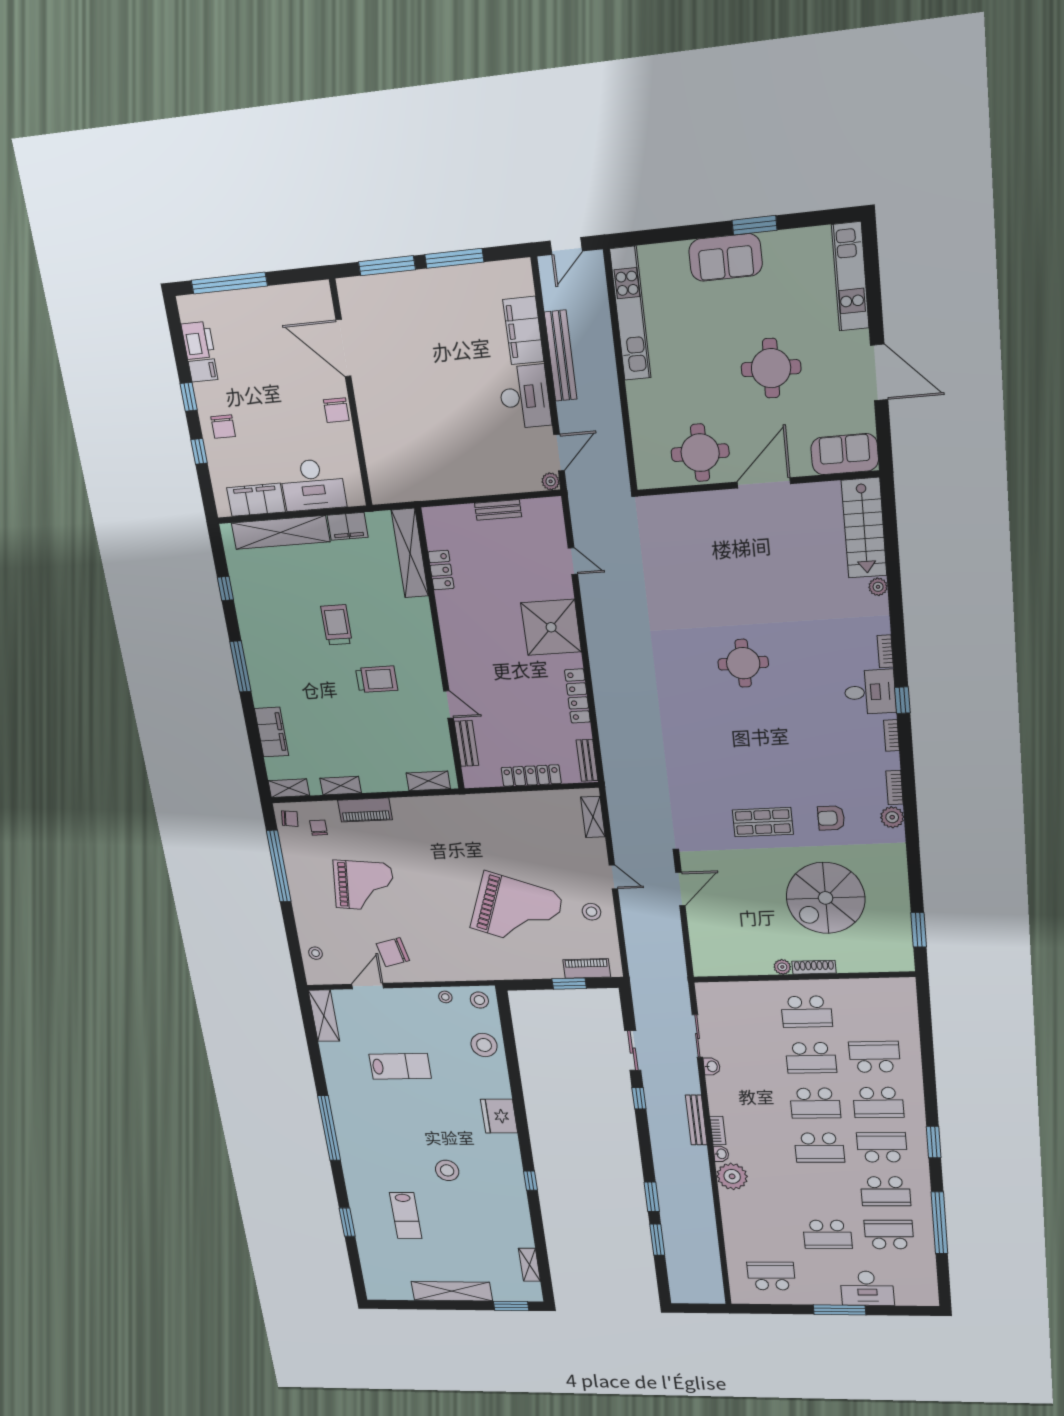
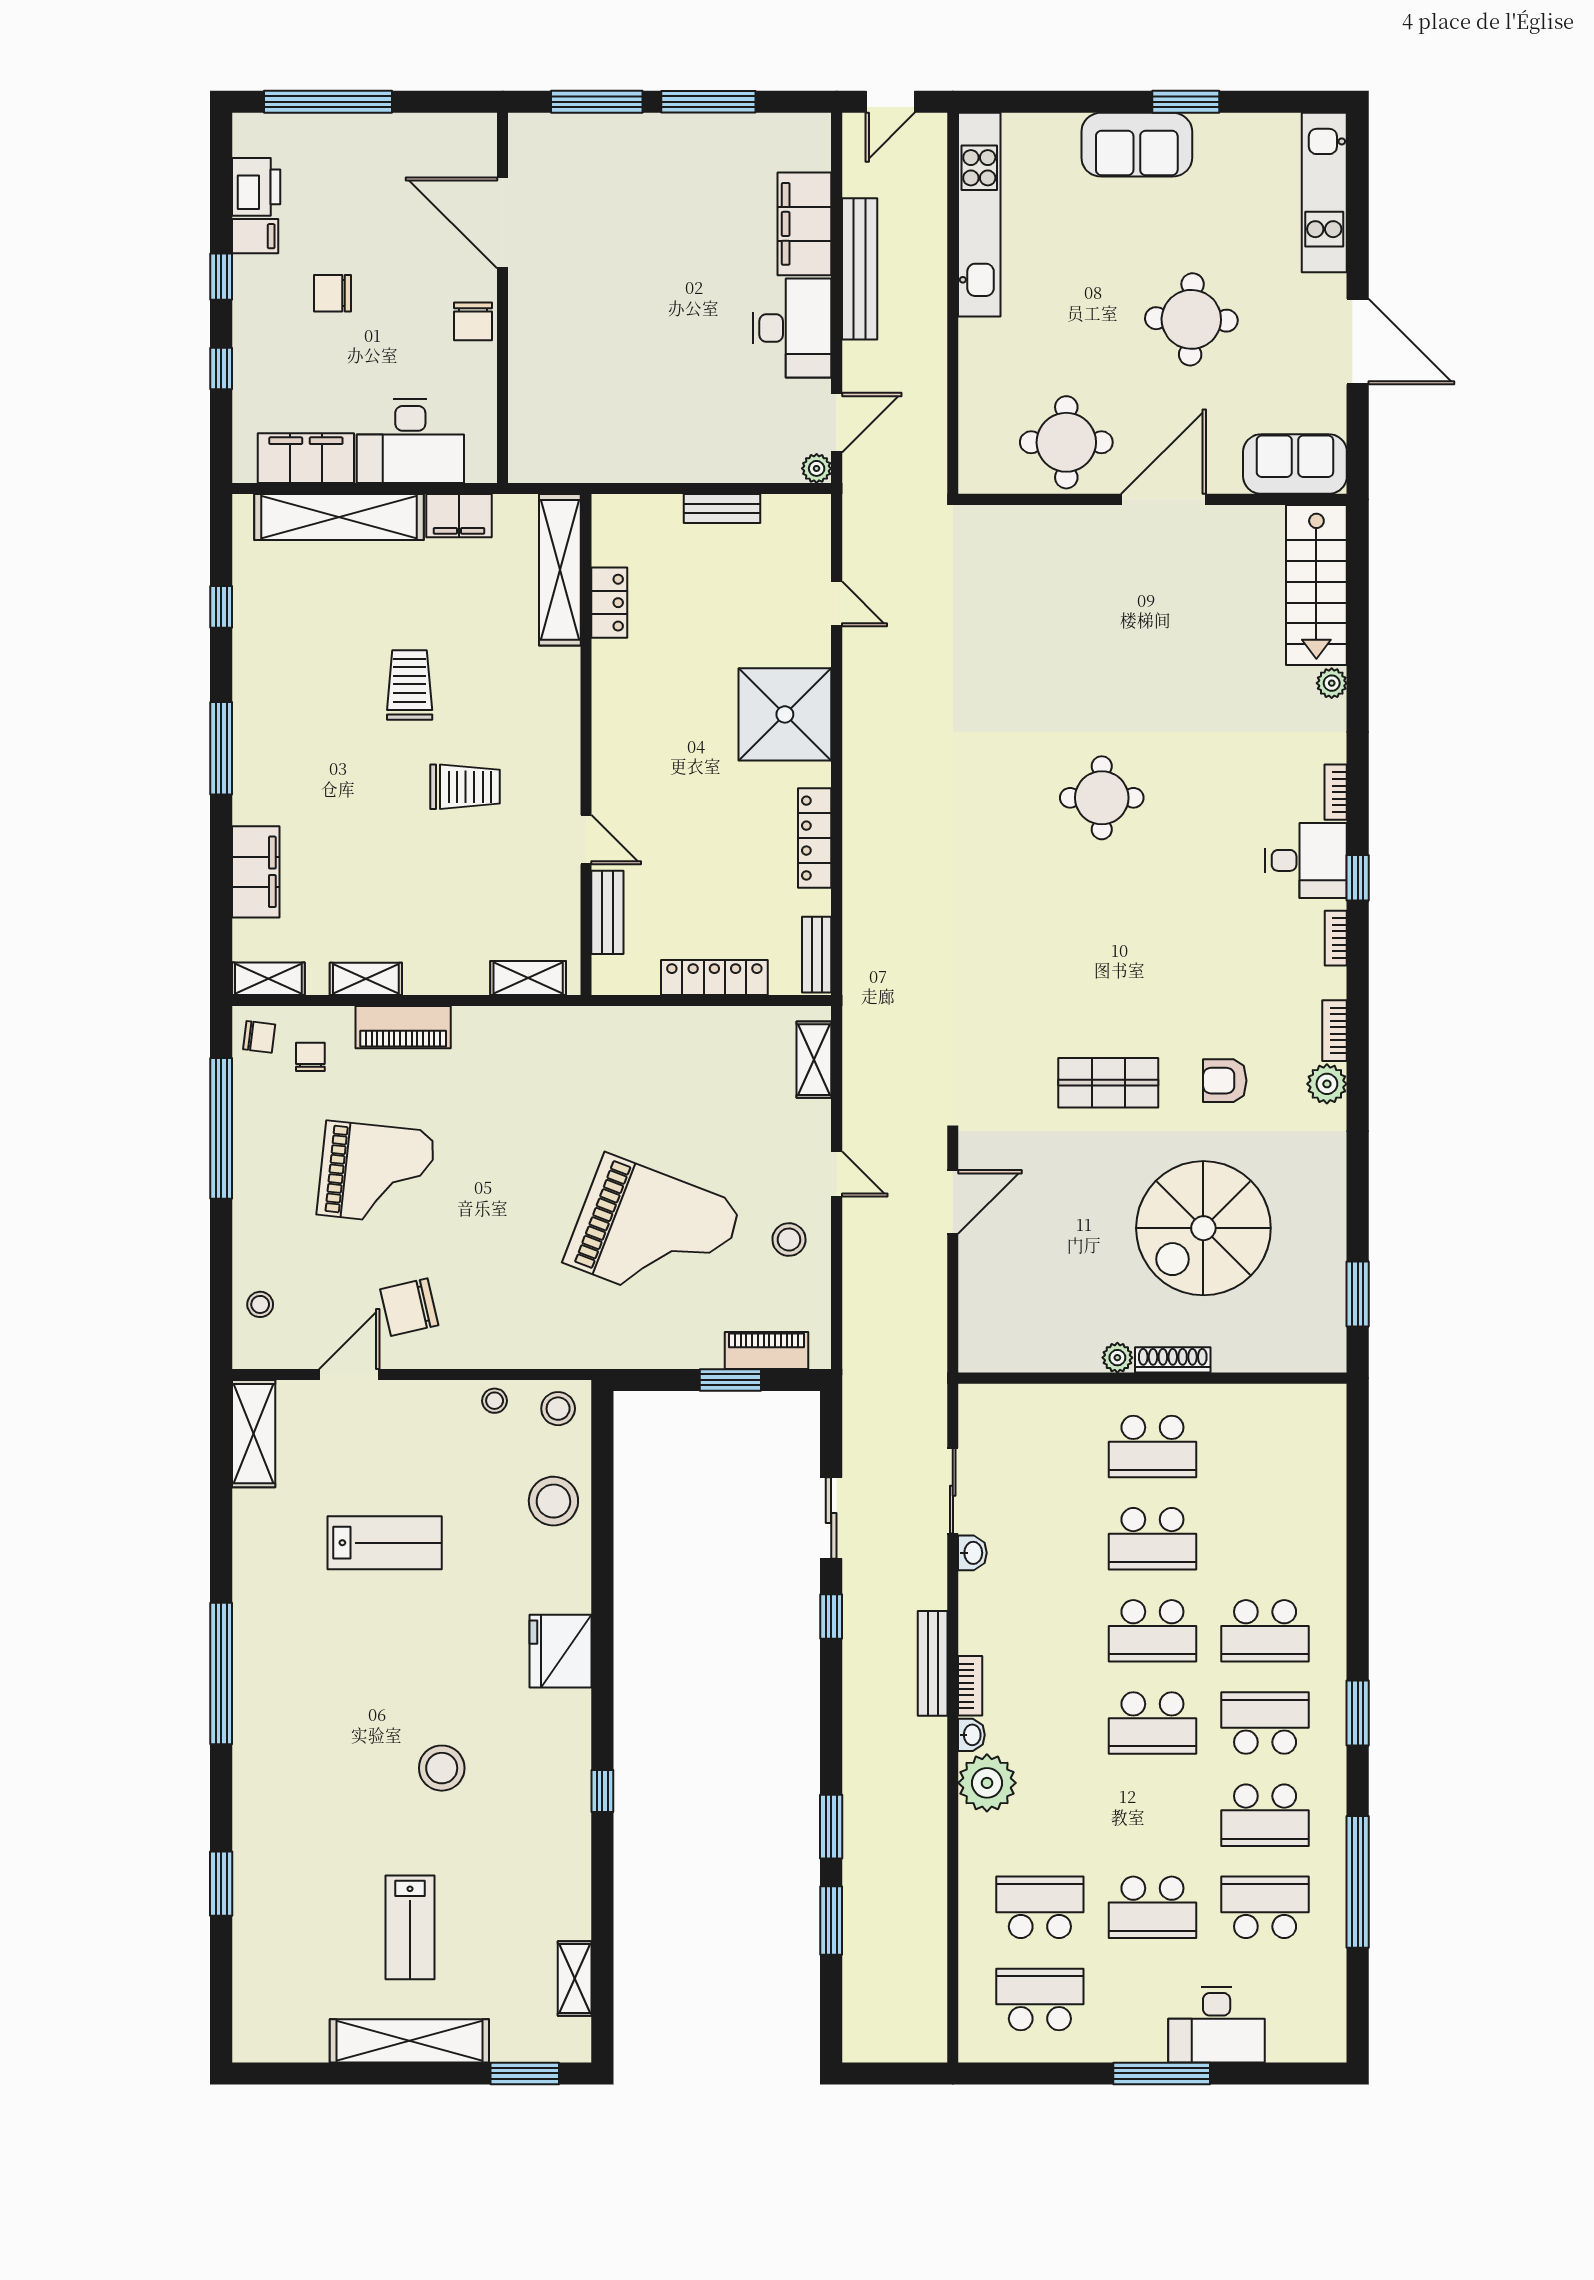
chair: (223, 427) -> (333, 293), moved, turned 90
school desk: (875, 1057) -> (1040, 1907), moved
lab bench: (406, 1215) -> (410, 1927), moved

